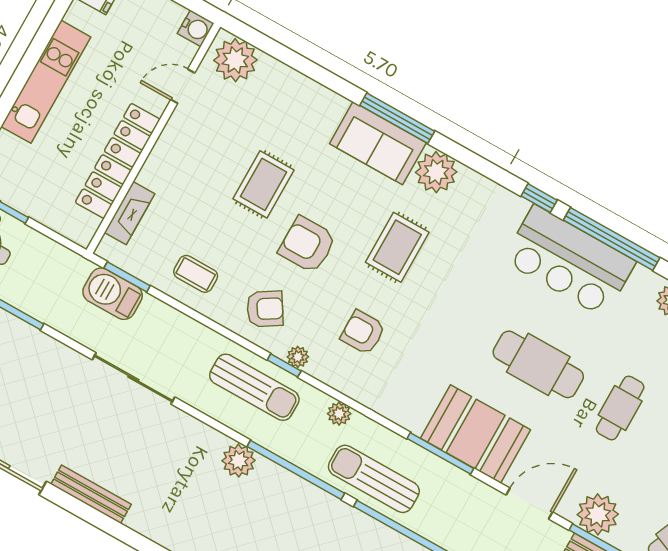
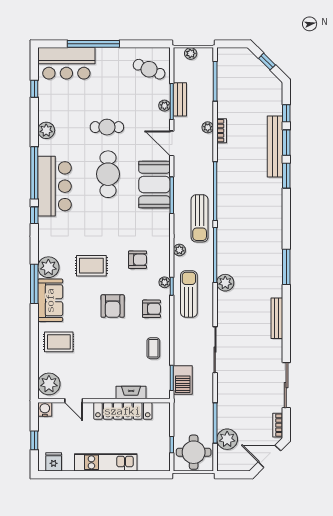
window: (397, 118) -> (34, 284), moved
rug: (264, 184) -> (59, 342), moved
fireplace: (130, 213) -> (131, 393), moved
armchair: (265, 309) -> (152, 309), turned 122
armchair: (363, 332) -> (138, 260), turned -90
bench: (91, 494) -> (277, 318), moved
plant: (598, 514) -> (164, 106), width x0.53, depth x0.53

